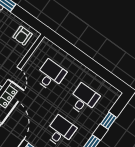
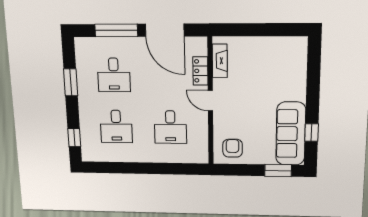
window: (108, 121) -> (74, 138), moved

